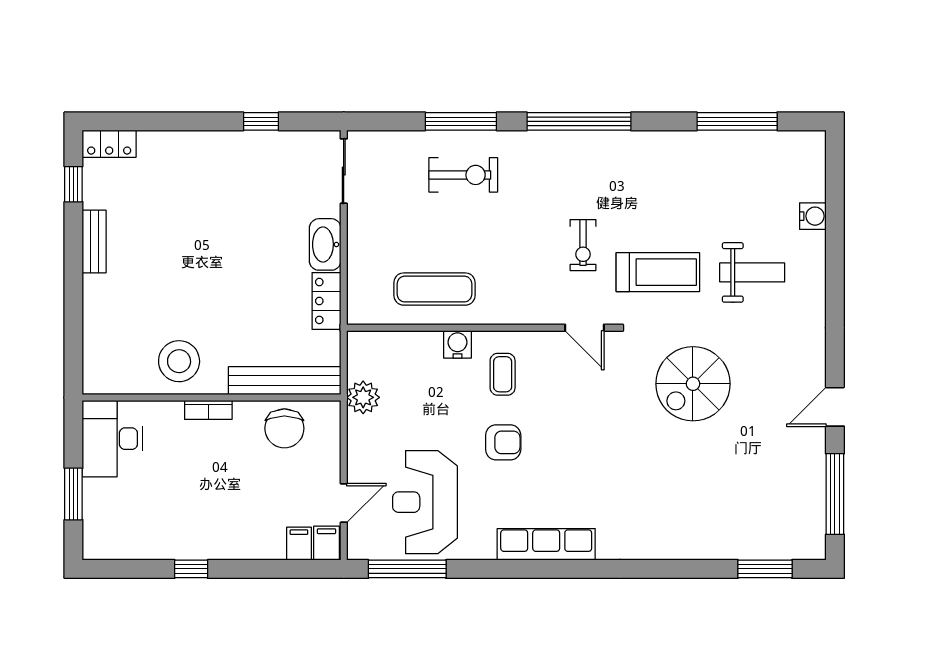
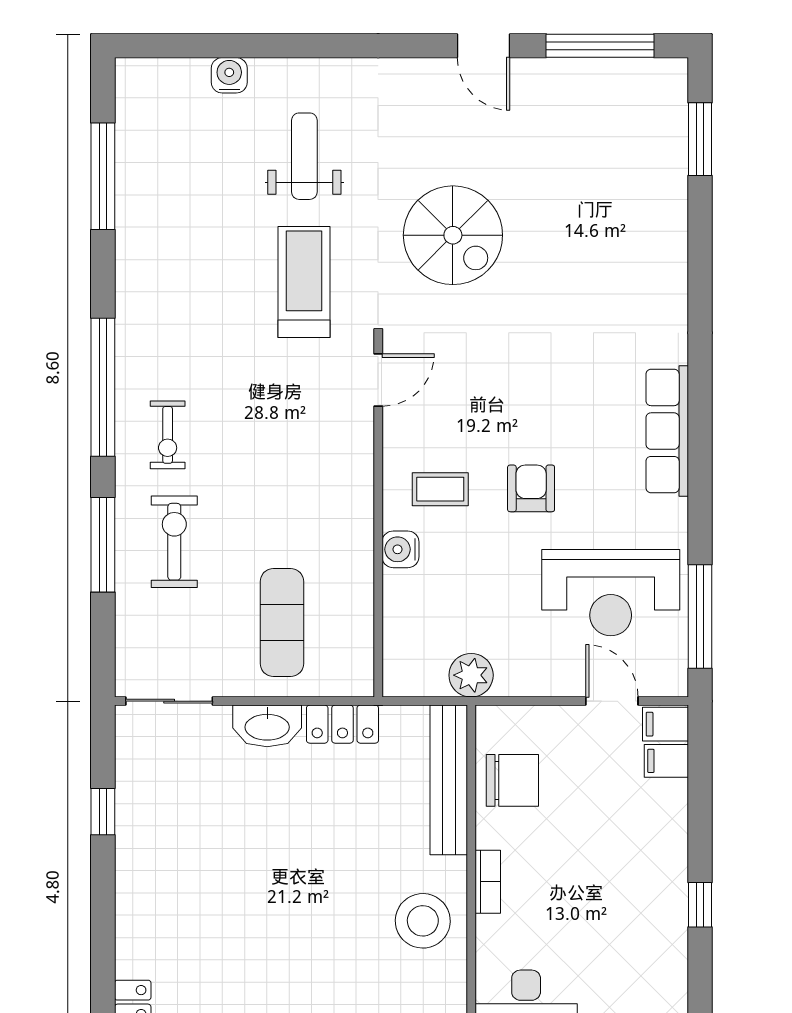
exercise bike: (583, 245) -> (168, 435), moved, turned 90
exercise mat: (434, 289) -> (282, 623), moved

